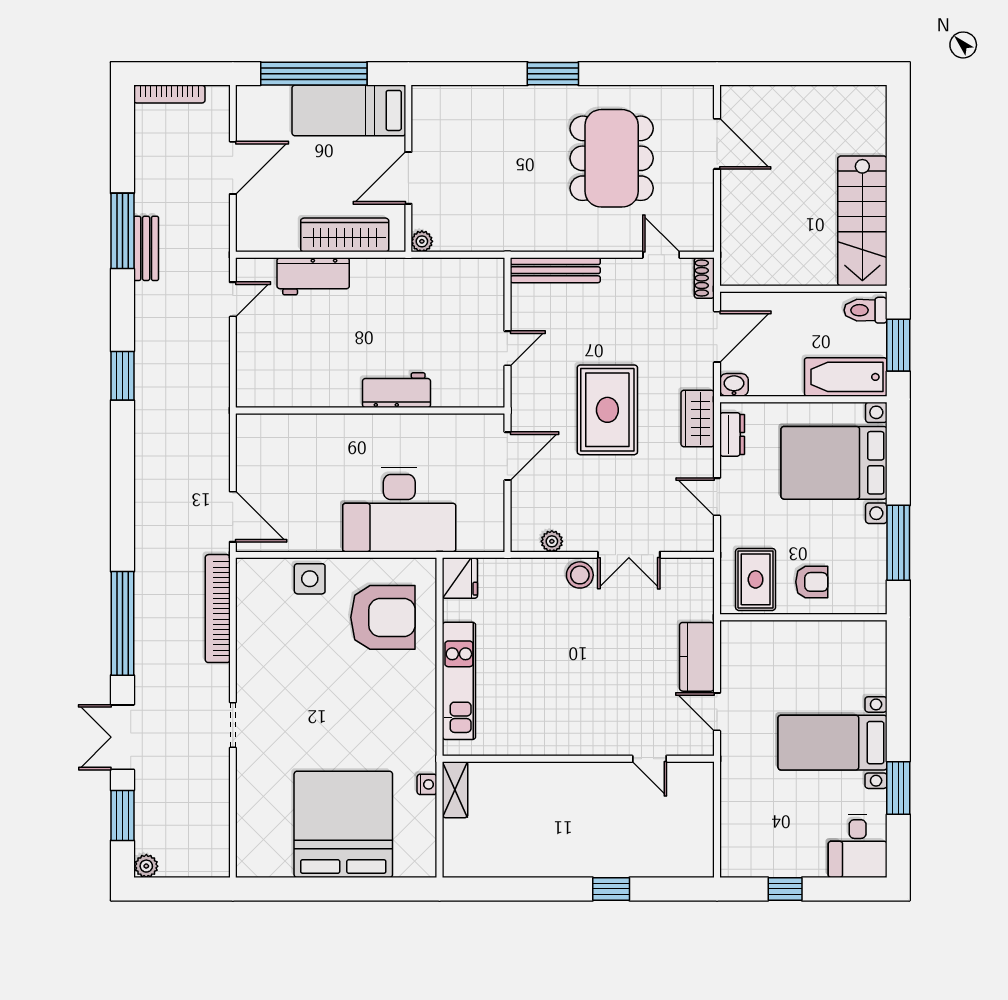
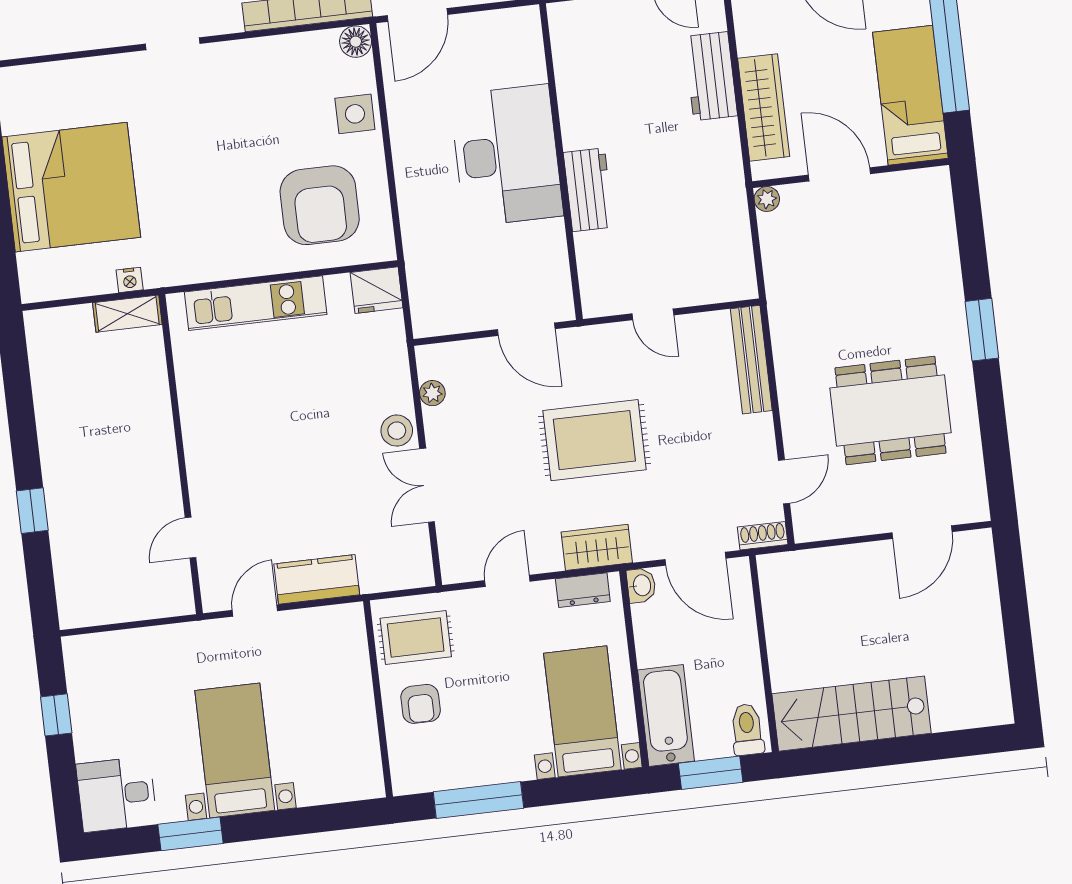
bed with nightstands: (834, 463) -> (582, 711), width x0.73
desk: (399, 510) -> (507, 155), moved, turned 180
floor lamp: (249, 571) -> (356, 42), added

